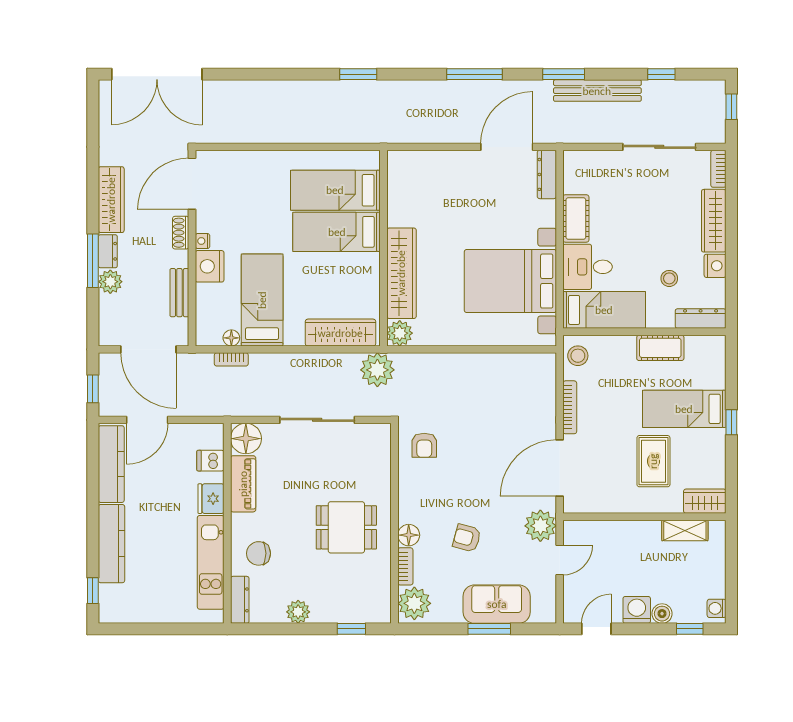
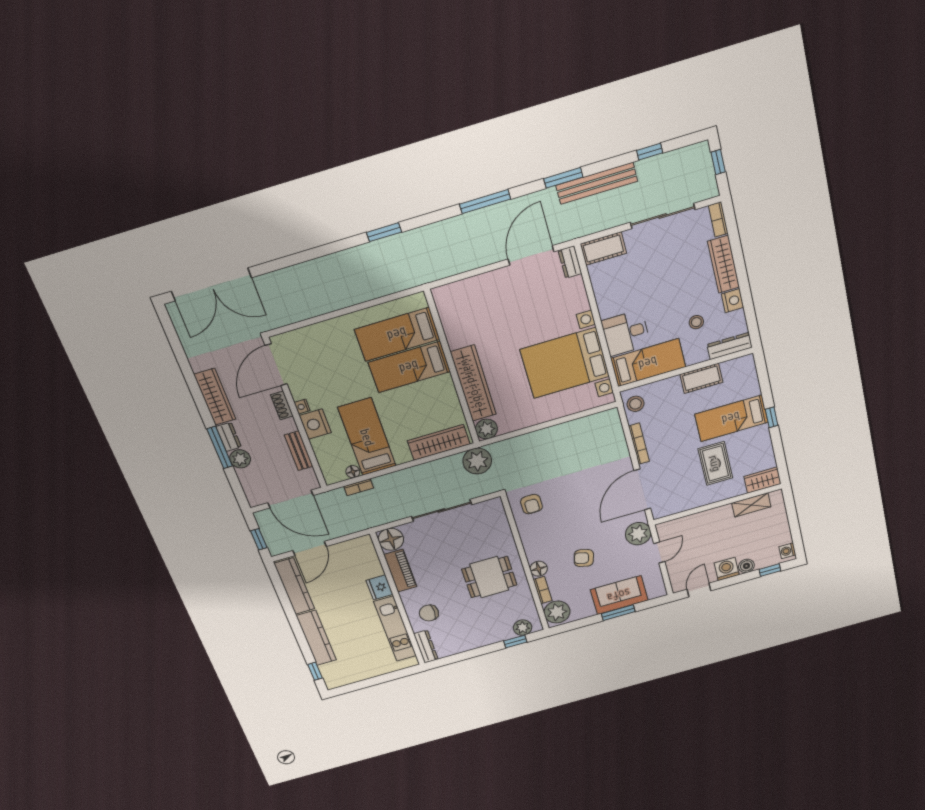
dresser: (547, 174) -> (570, 262), width x0.70
cot: (576, 218) -> (603, 249), moved, turned 90
dishwasher: (210, 461) -> (369, 562), removed
plant: (298, 612) -> (523, 628), moved

